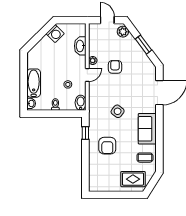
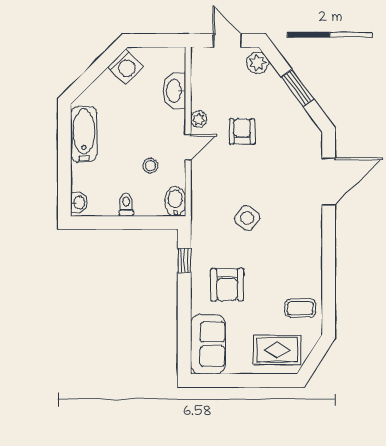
bathtub: (34, 83) -> (84, 134), moved
sofa: (147, 129) -> (208, 344), moved, turned 180

